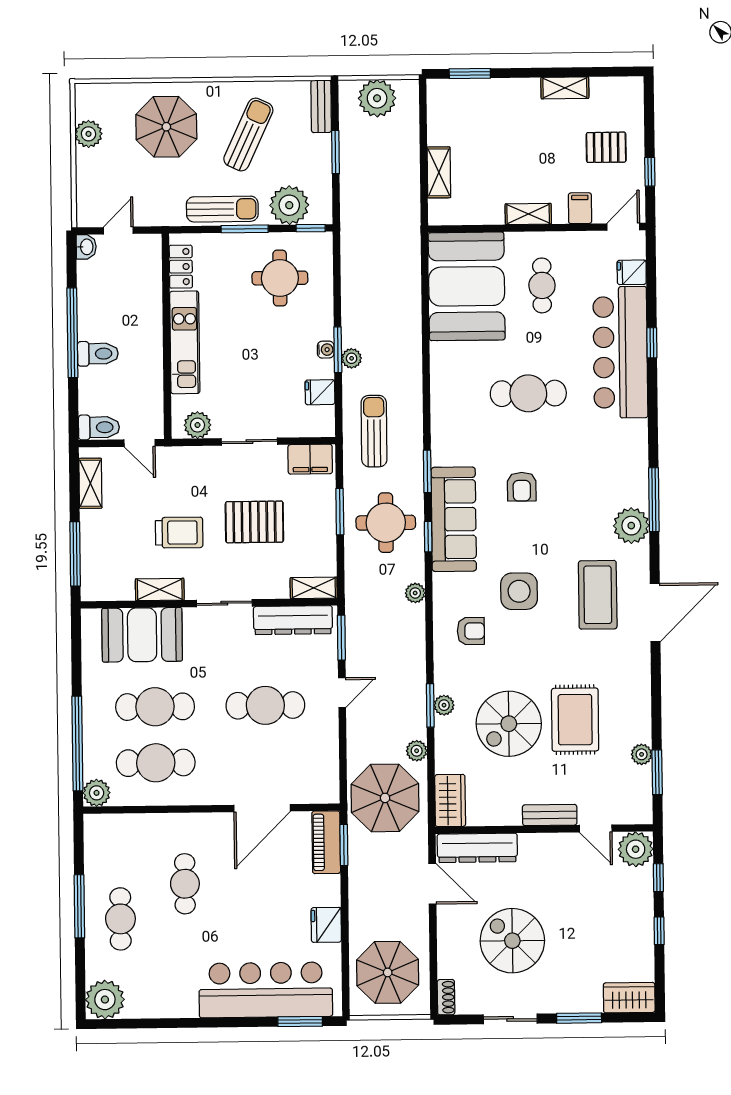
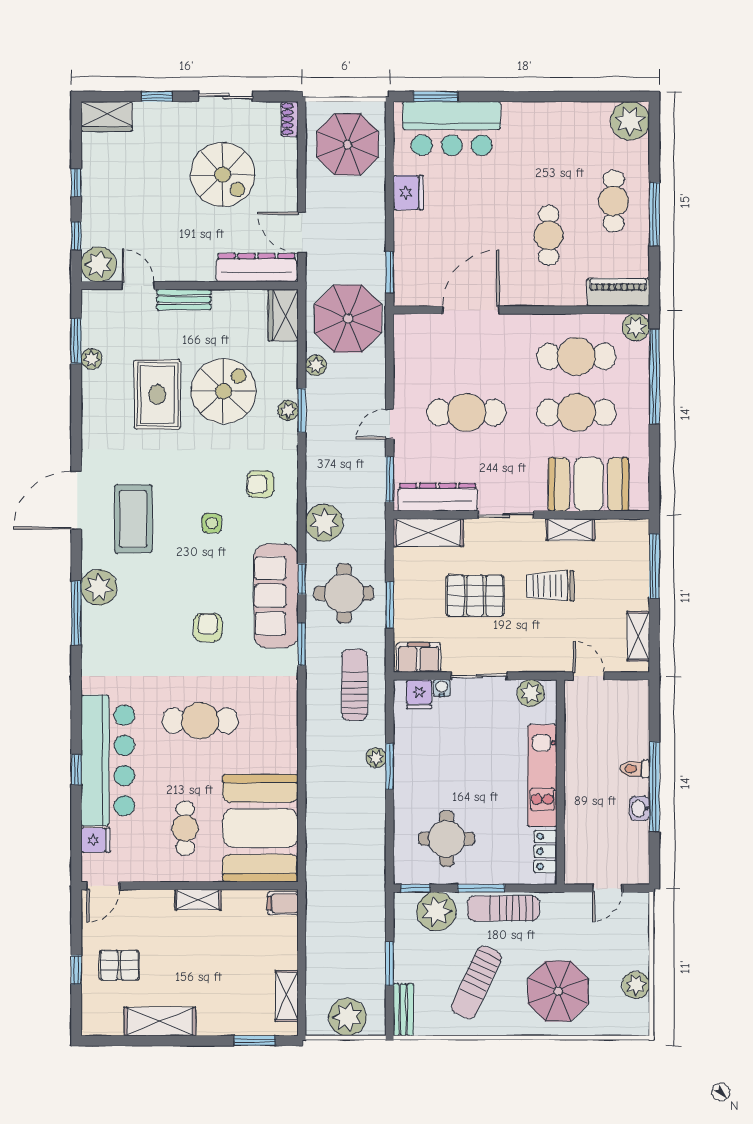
shelving: (565, 88) -> (160, 1022), width x1.50, depth x1.33
shelving: (439, 172) -> (287, 996), moved
window: (650, 172) -> (76, 970), moved
filing cabinet: (580, 208) -> (283, 903), moved, turned 90
washbasin: (86, 247) -> (640, 808), moved
water cooler: (326, 350) -> (442, 688), moved, turned 90
toilet: (98, 354) -> (635, 769), width x0.73, depth x0.72
fridge: (320, 392) -> (419, 694), moved, turned 90
toilet: (99, 427) -> (629, 692), removed
sun lounger: (374, 431) -> (355, 685), turned 180
shelving: (314, 588) -> (428, 533), width x1.50, depth x1.33
side table: (519, 591) -> (212, 523), width x0.54, depth x0.54
plant: (415, 593) -> (324, 523), width x1.87, depth x1.87
piano: (326, 842) -> (618, 292), moved, turned -90
bar counter: (266, 990) -> (452, 128), width x0.73
window: (579, 1018) -> (157, 96), width x0.67

